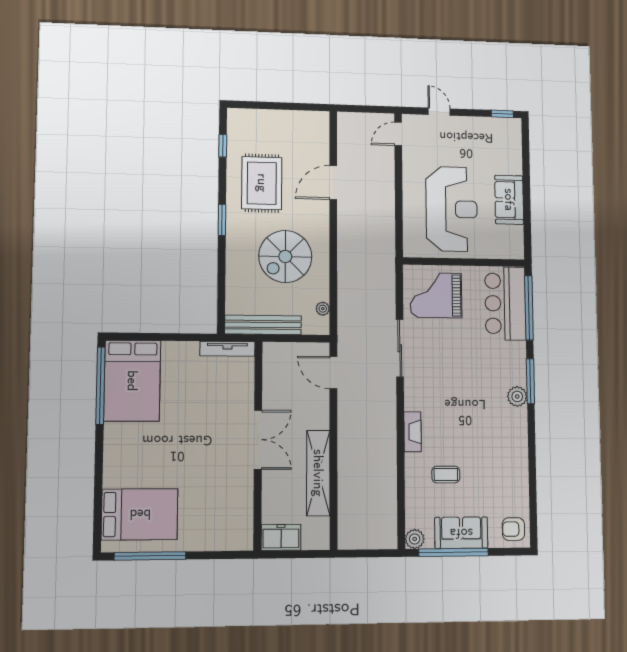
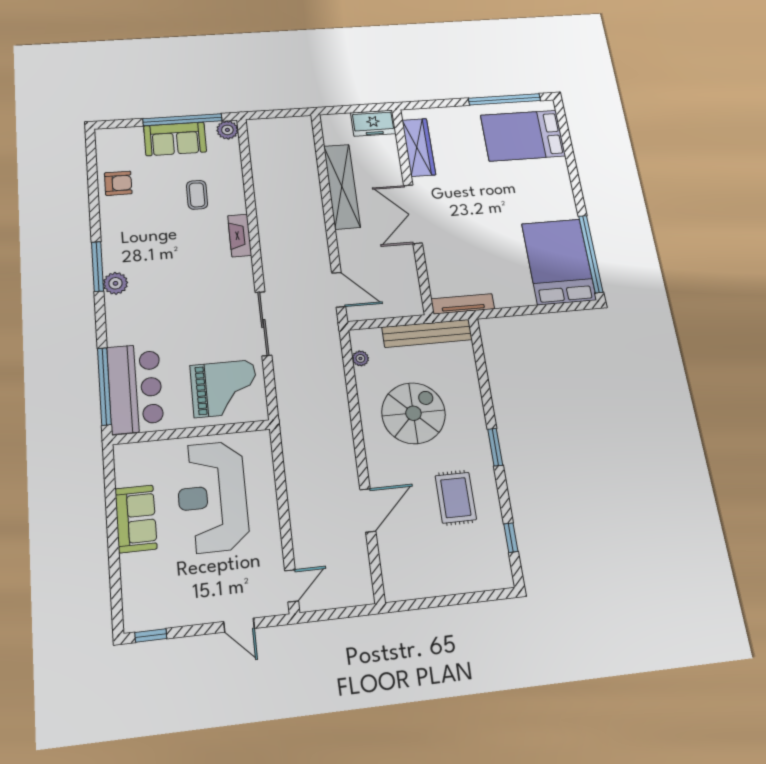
rug: (262, 183) -> (456, 498), width x0.73, depth x0.70
window: (530, 381) -> (98, 266), moved
coffee table: (446, 475) -> (197, 195), turned 90
wardrobe: (242, 509) -> (419, 147), added
armchair: (513, 529) -> (118, 183), moved

